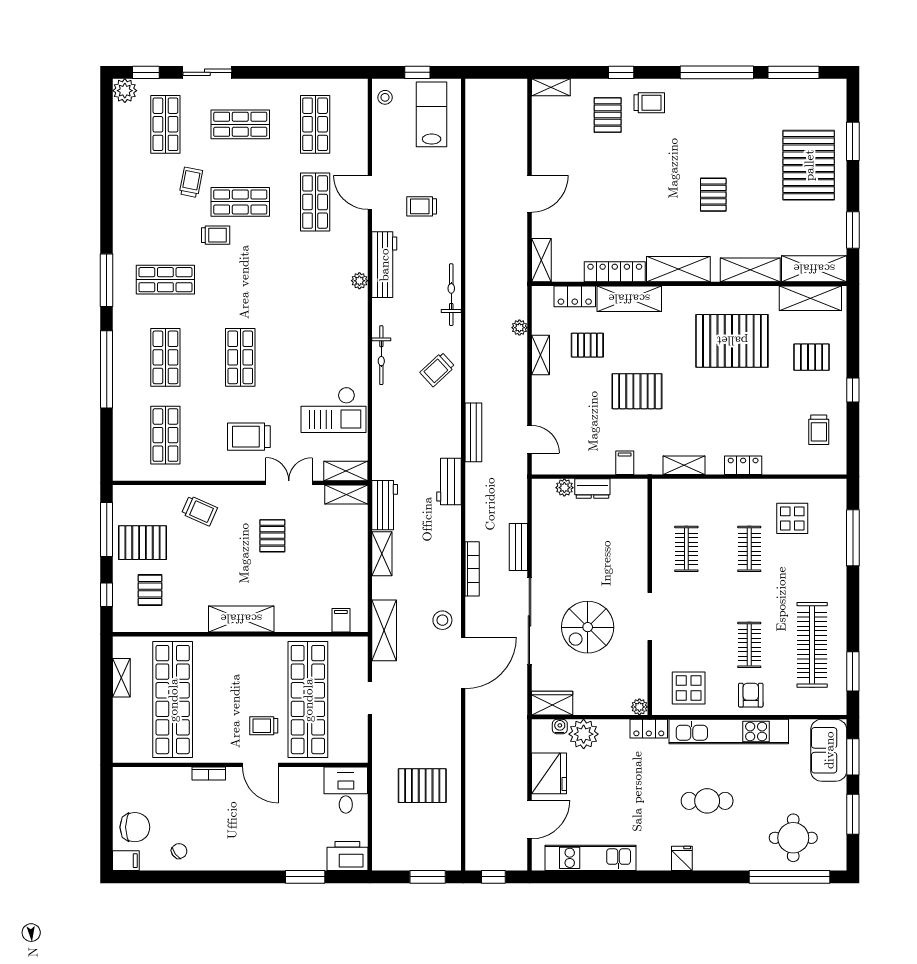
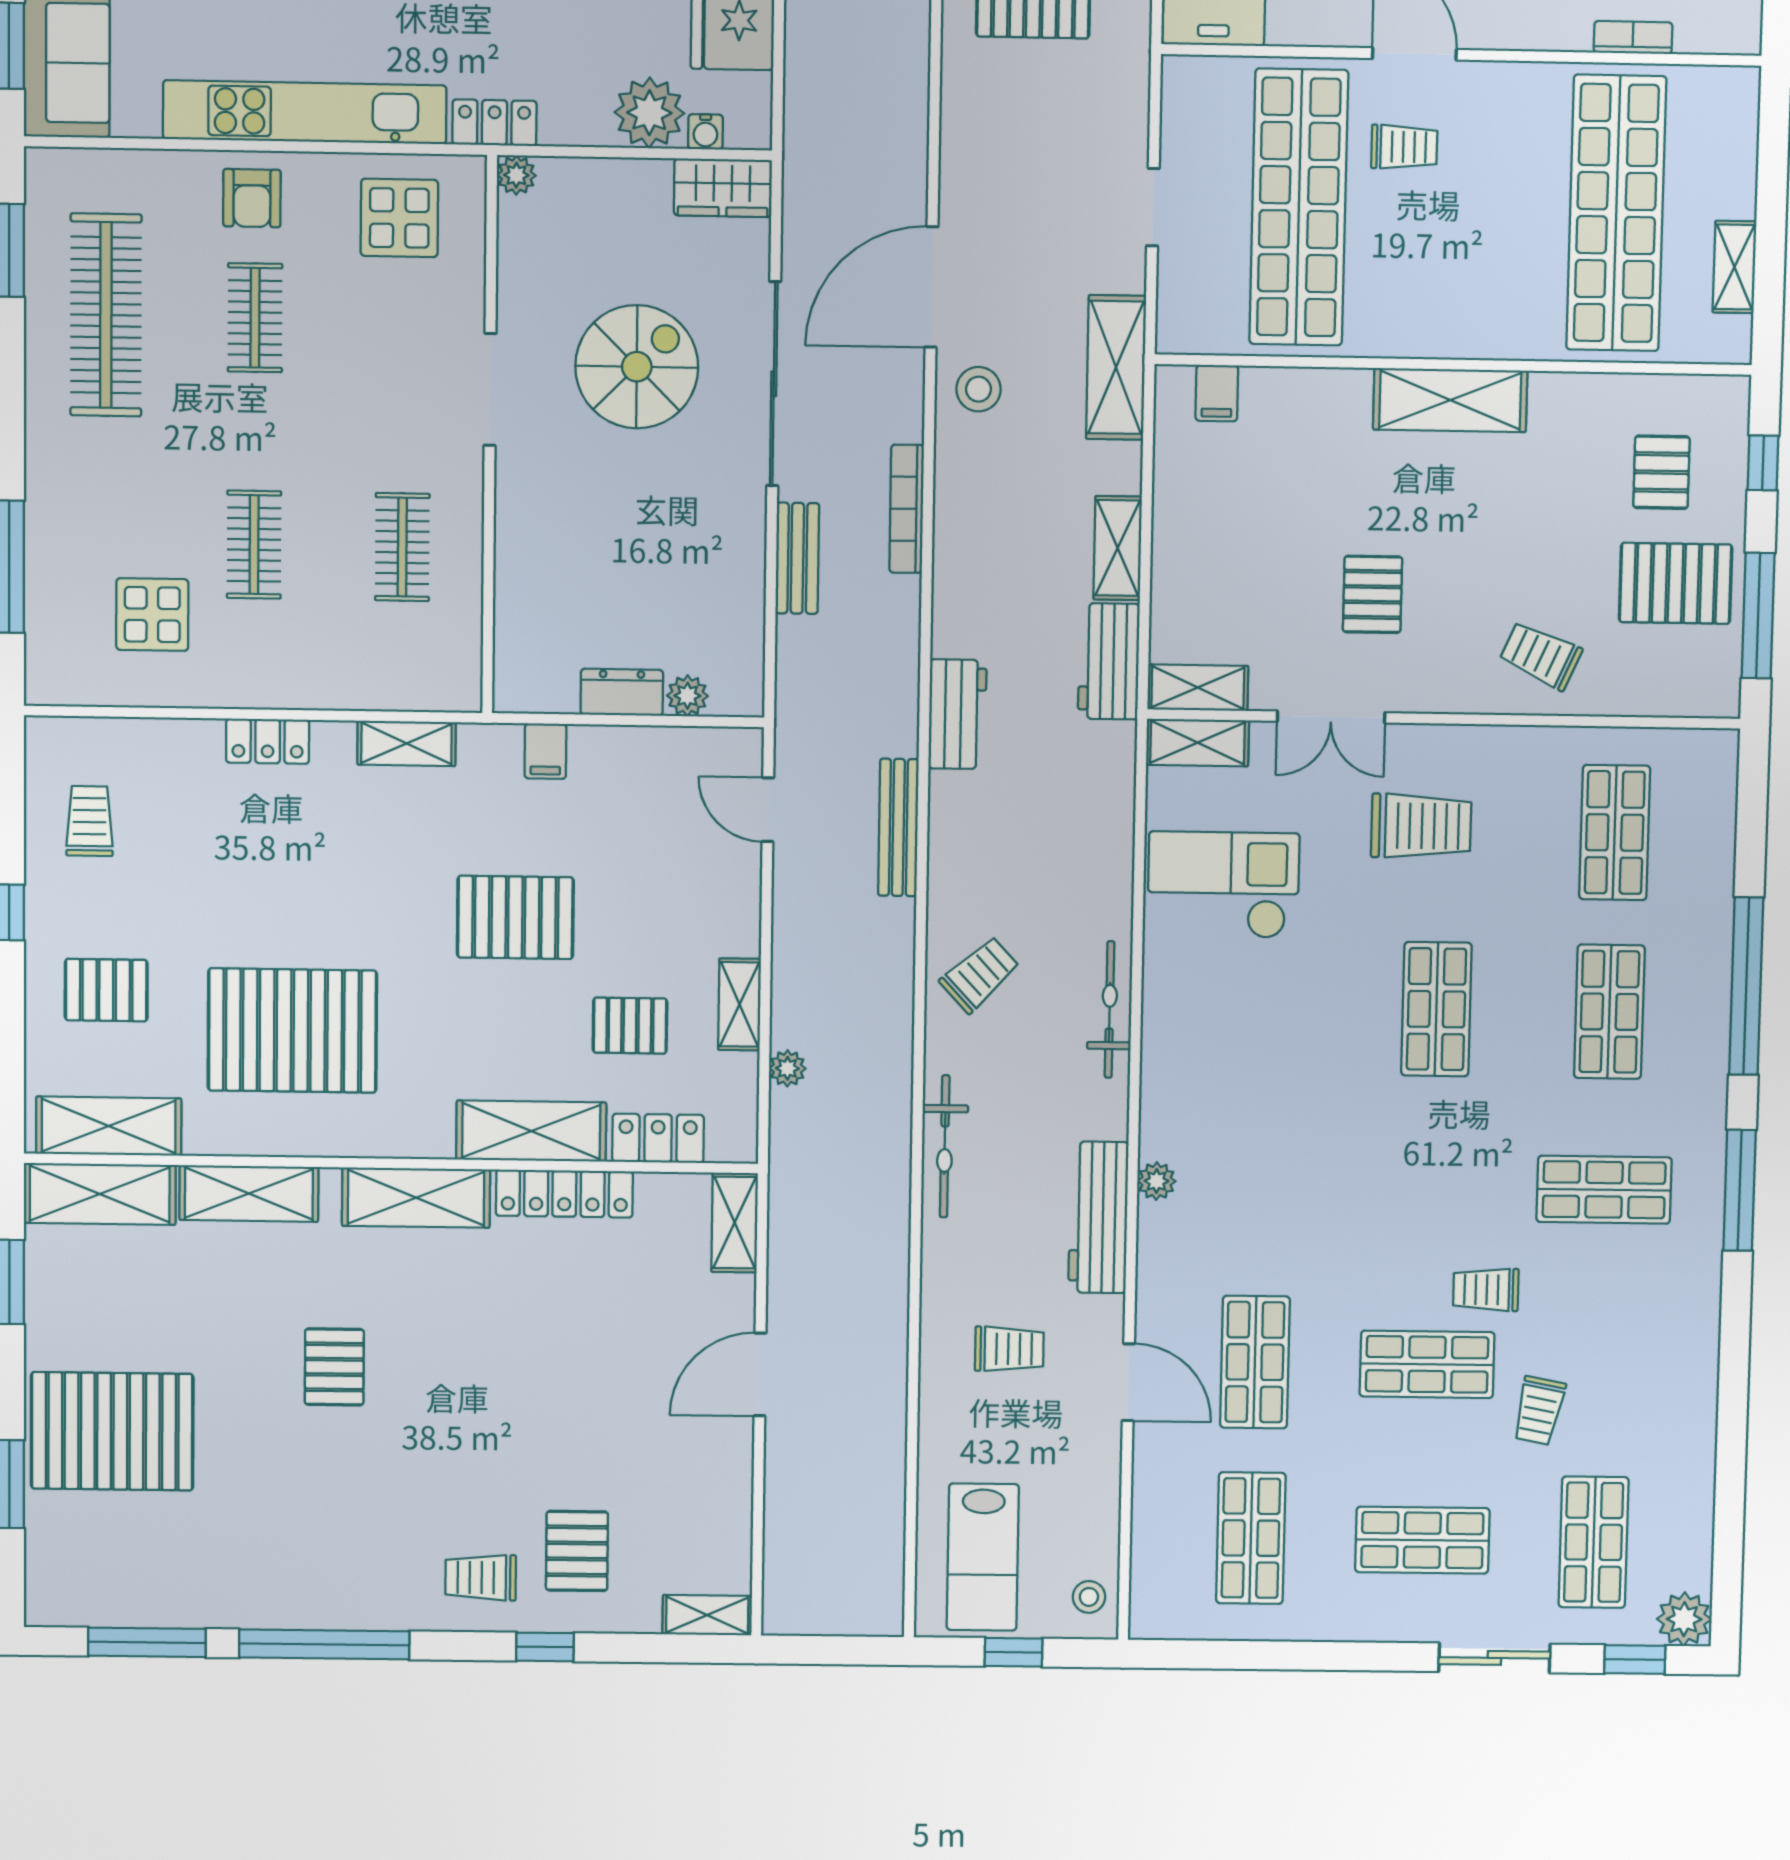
pallet: (809, 165) -> (112, 1431), turned 90
bookcase: (209, 774) -> (1633, 37), moved

